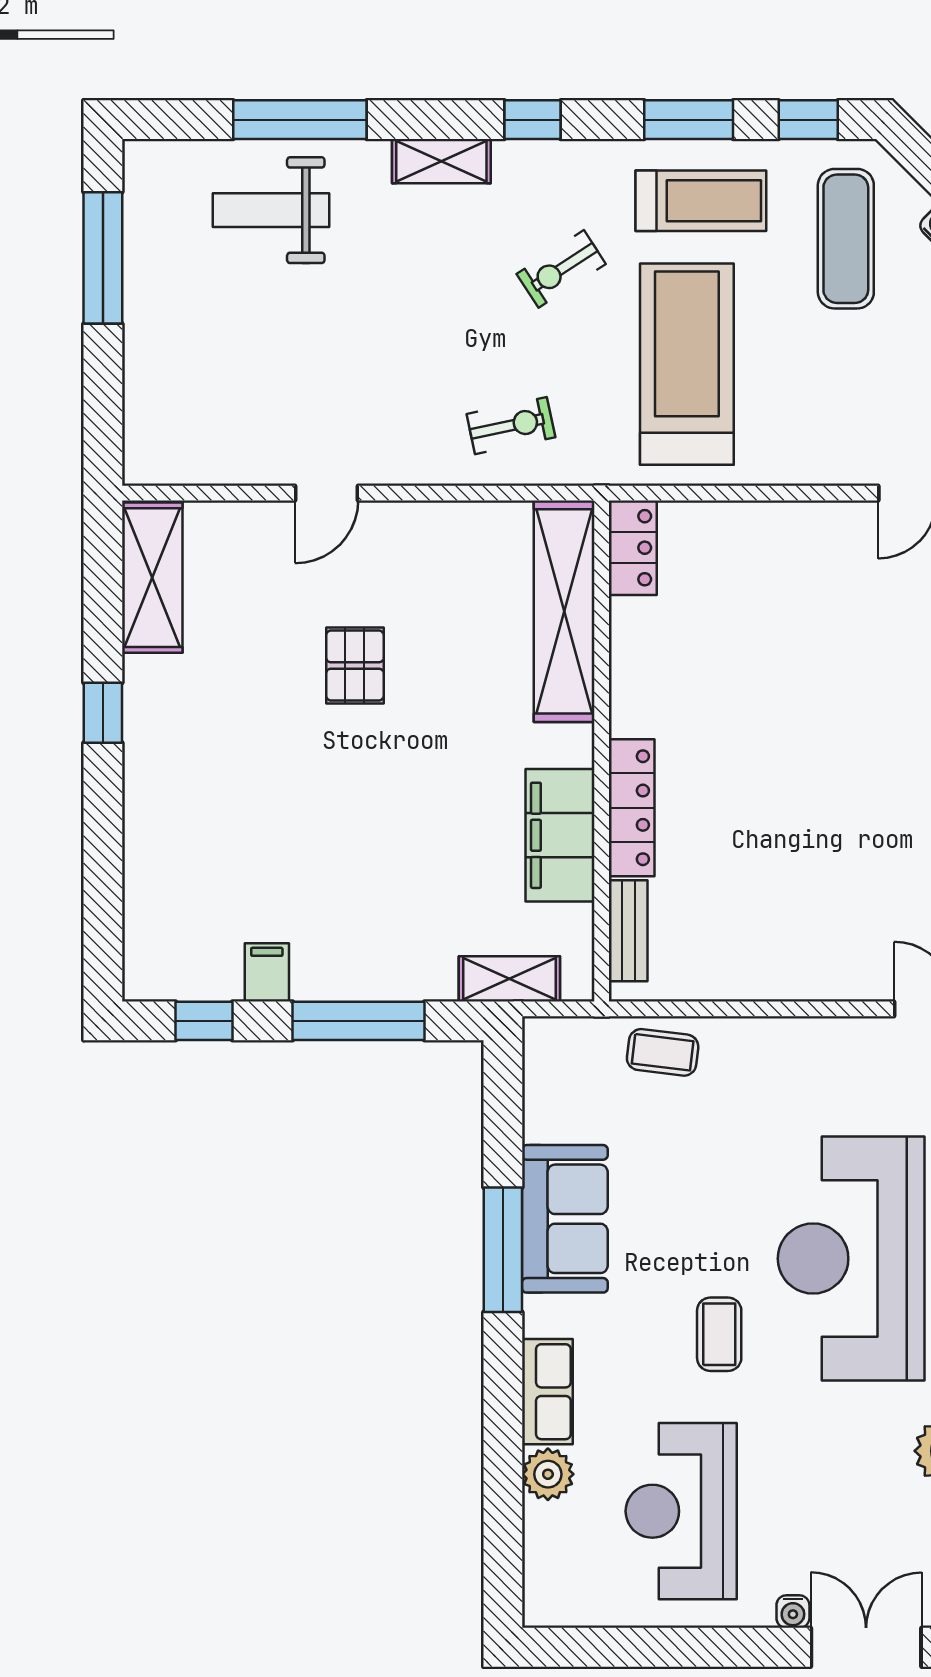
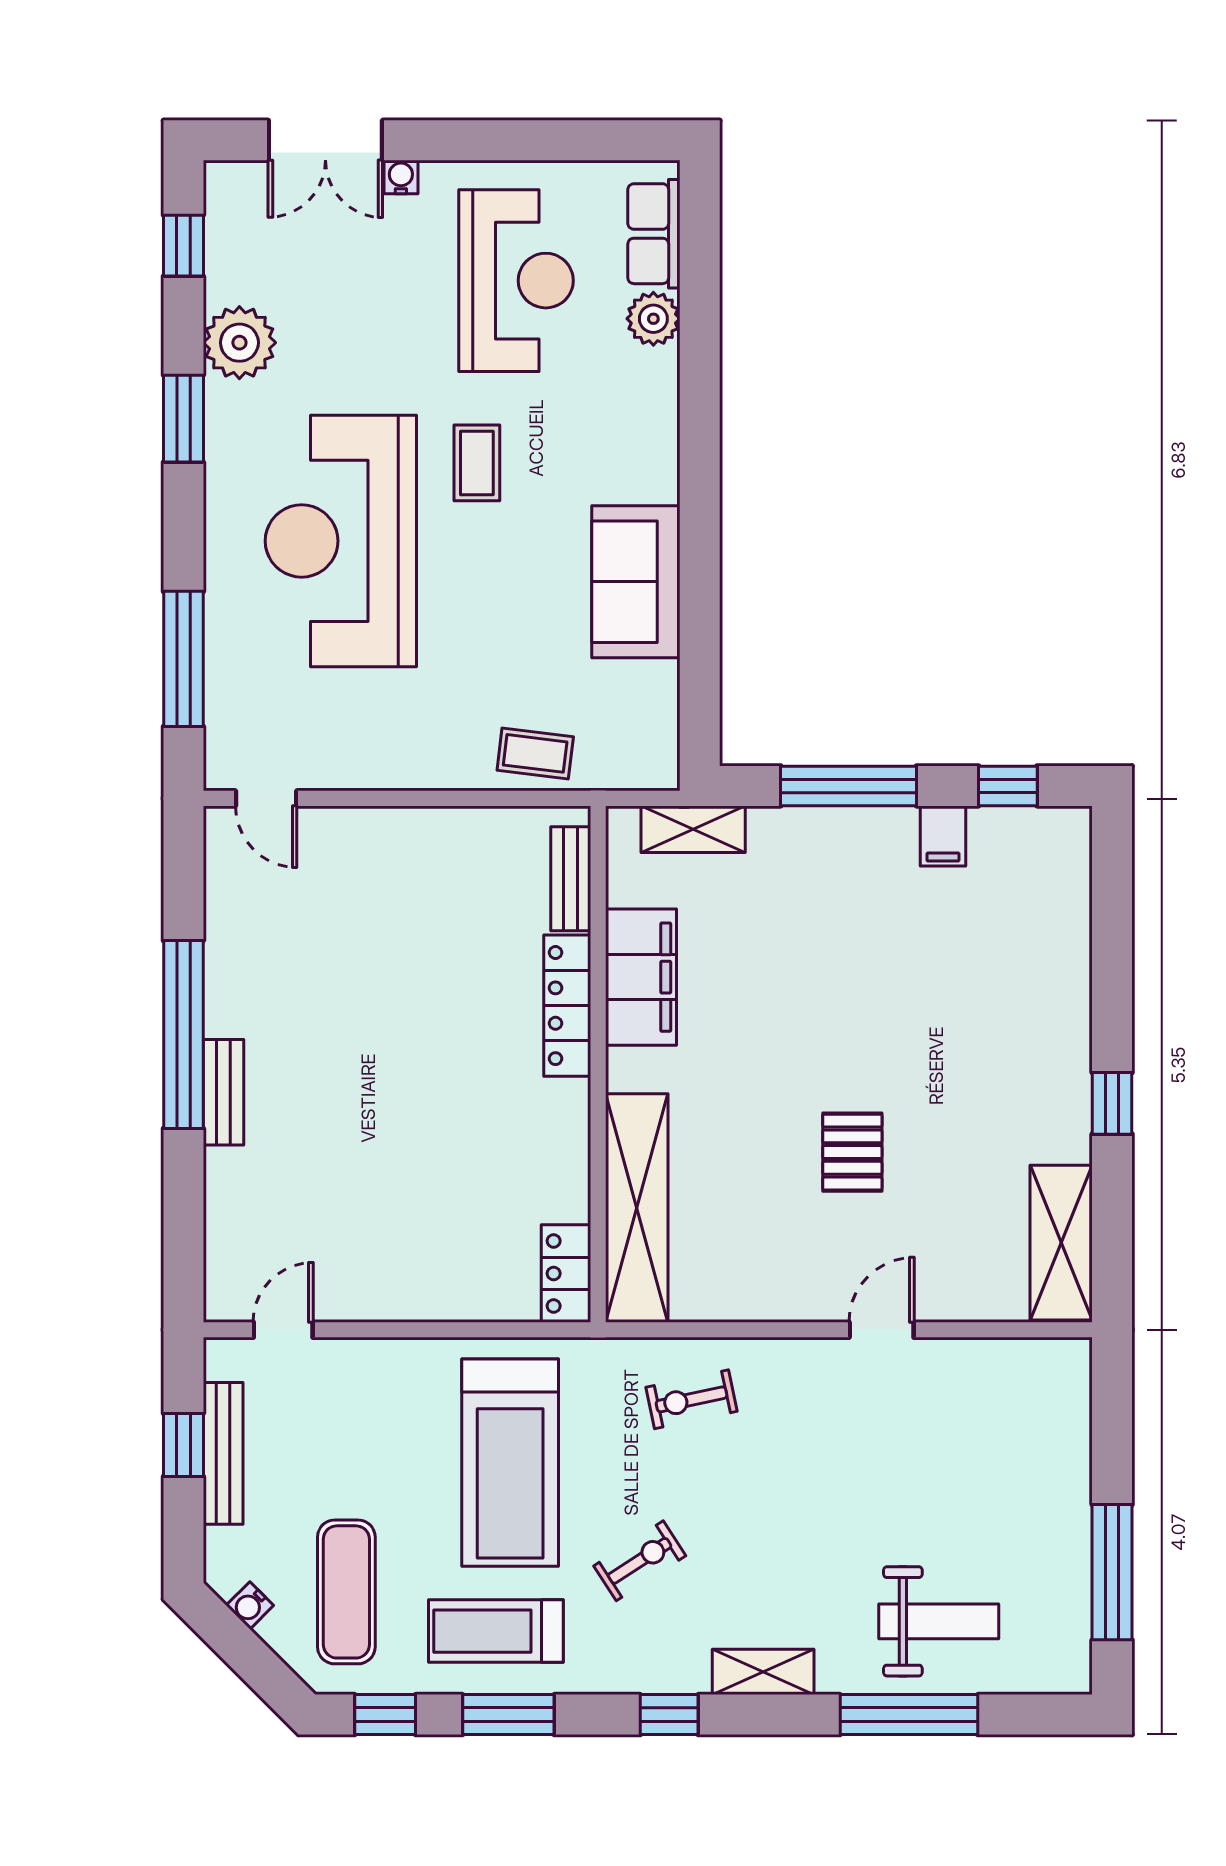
window: (503, 1250) -> (700, 550), removed
reception desk: (851, 1259) -> (341, 541), turned 180
row of seats: (547, 1392) -> (654, 234), moved

